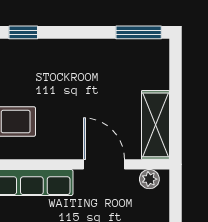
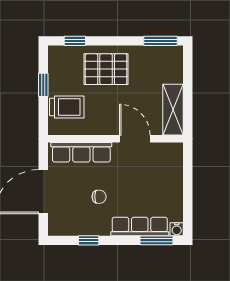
pallet: (65, 70) -> (106, 69), added
plant: (149, 179) -> (168, 150), removed

